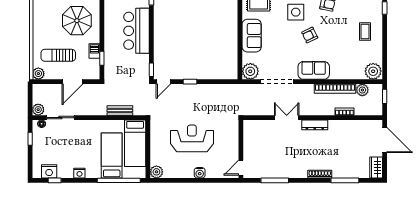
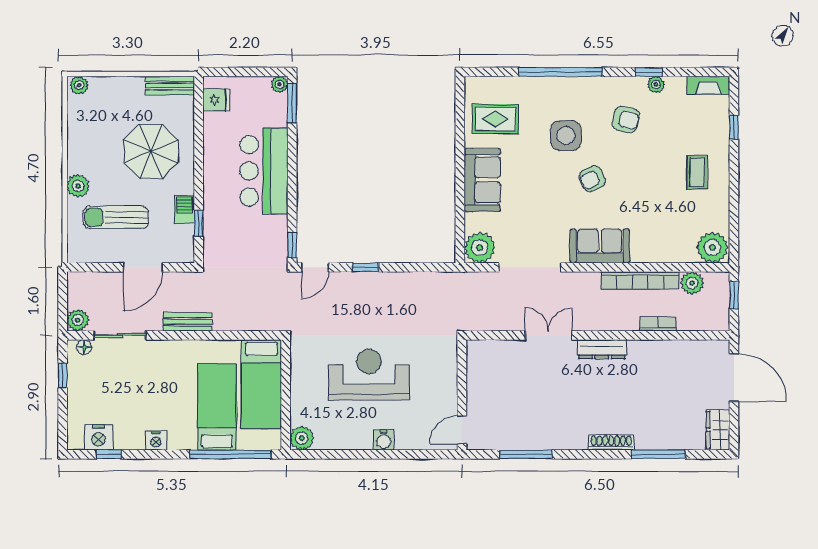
plant: (38, 74) -> (78, 186), moved
bench: (120, 110) -> (188, 322), moved

